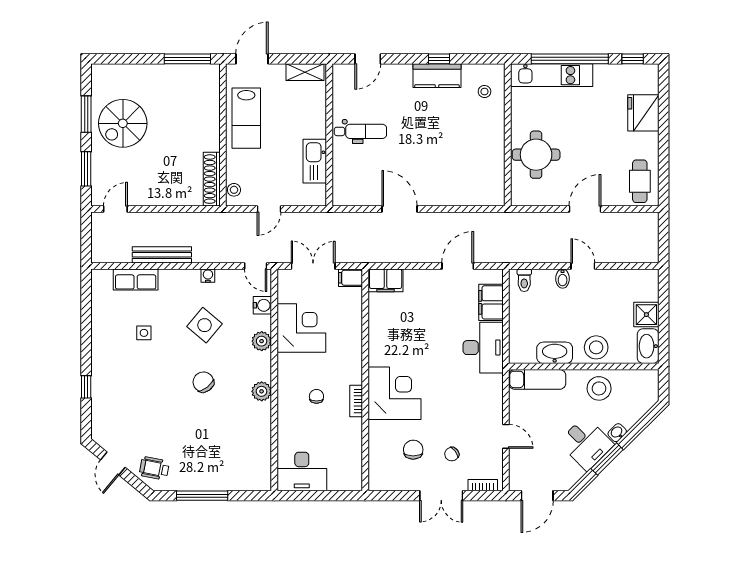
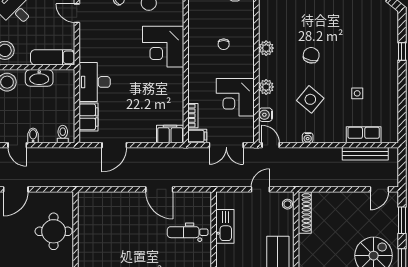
dental chair: (360, 131) -> (188, 232), moved
bench: (162, 255) -> (365, 154), moved
chair: (203, 382) -> (311, 55), turned -130
bookcase: (356, 401) -> (193, 116), moved

